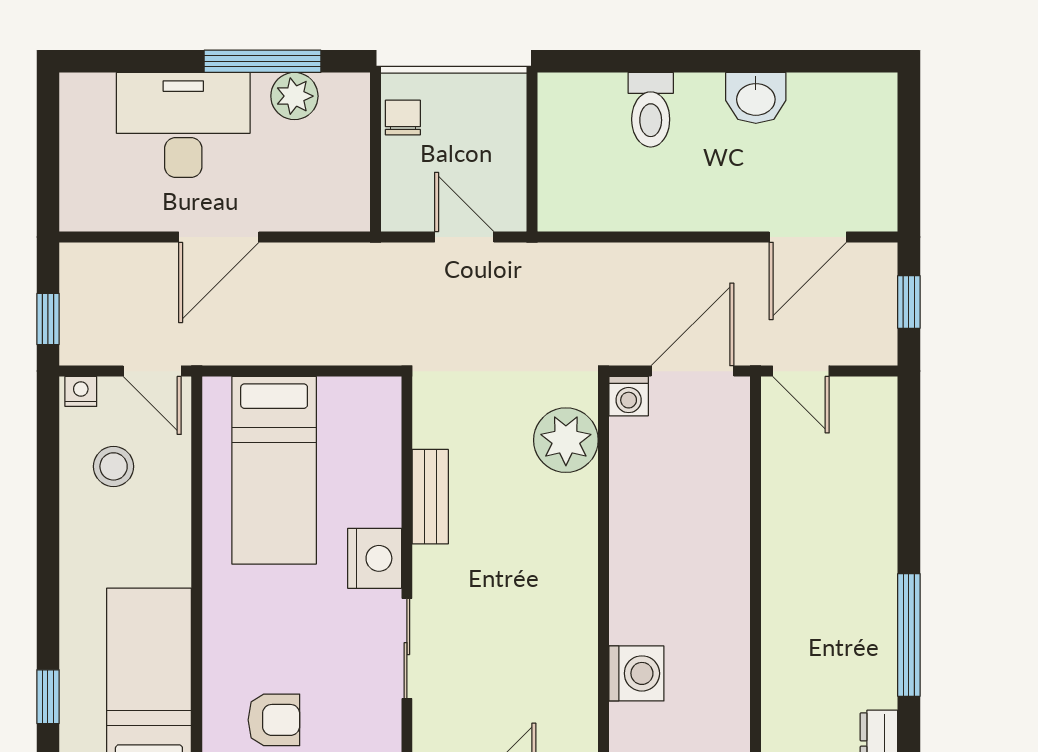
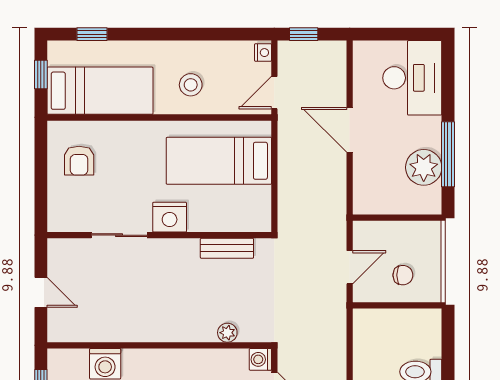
plant: (294, 96) -> (424, 167), width x1.36, depth x1.36
chair: (403, 118) -> (403, 275), moved
desk: (183, 125) -> (412, 78), moved
plant: (566, 440) -> (227, 333), width x0.53, depth x0.53
stool: (114, 466) -> (191, 85), moved
bench: (430, 497) -> (227, 248), moved

